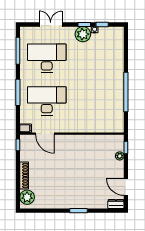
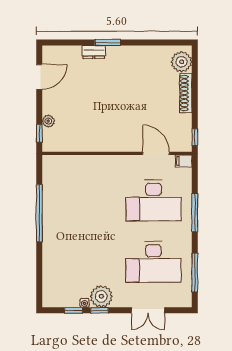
door: (126, 187) -> (39, 77), hinge flipped
dresser: (116, 204) -> (94, 52), moved

